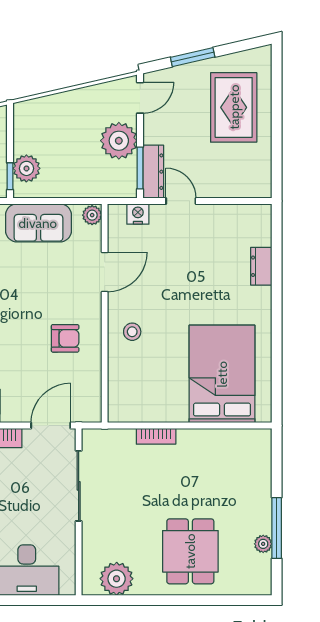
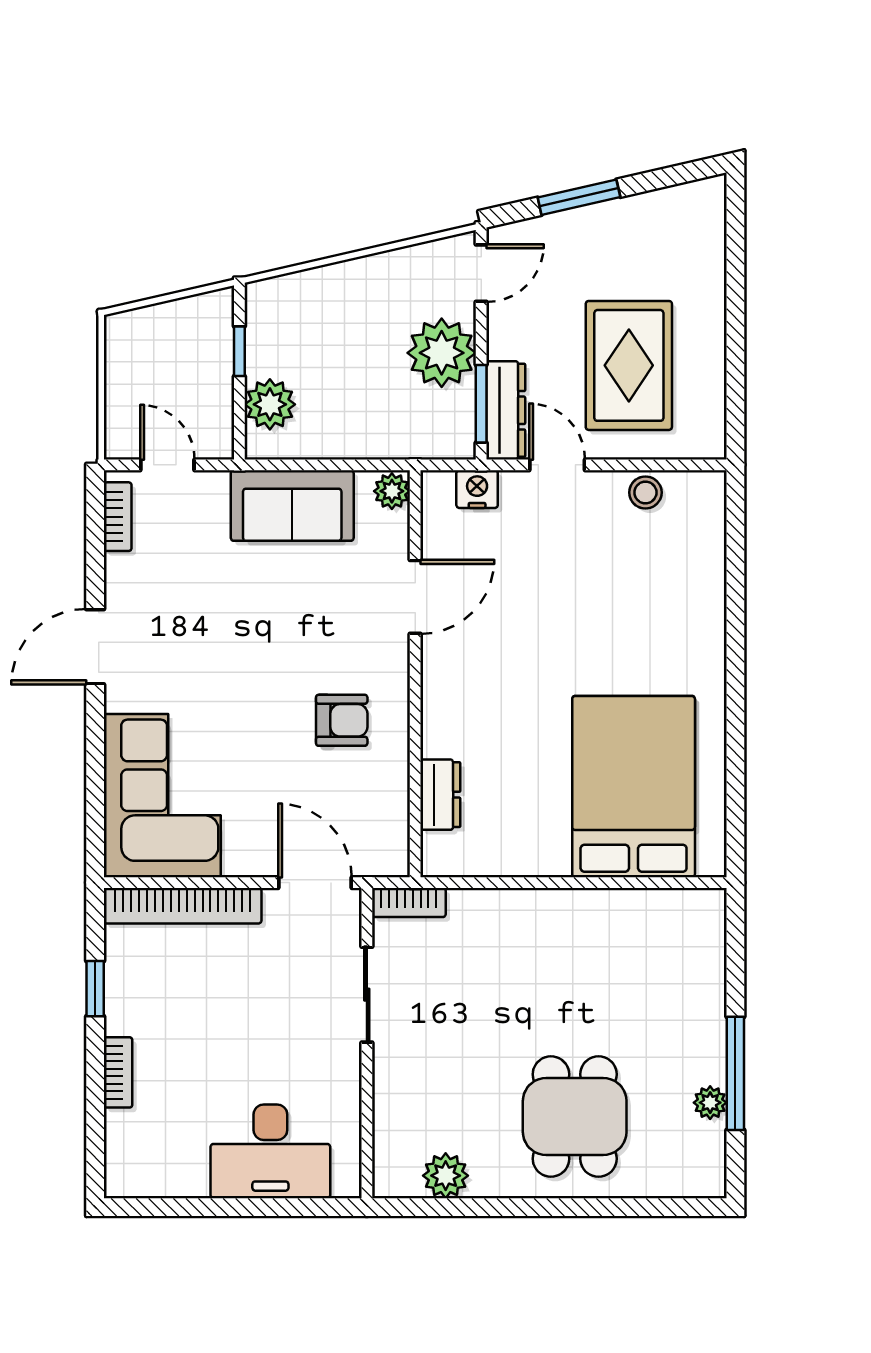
rug: (234, 107) -> (629, 365), moved
window: (10, 176) -> (239, 351), moved
dresser: (261, 266) -> (440, 795), moved, turned 180
stool: (132, 332) -> (645, 492), moved
door: (51, 426) -> (315, 883), hinge flipped
bookcase: (156, 436) -> (409, 903), moved
sliding door: (79, 486) -> (367, 995), width x0.73
plant: (117, 579) -> (446, 1176), width x0.73, depth x0.73

